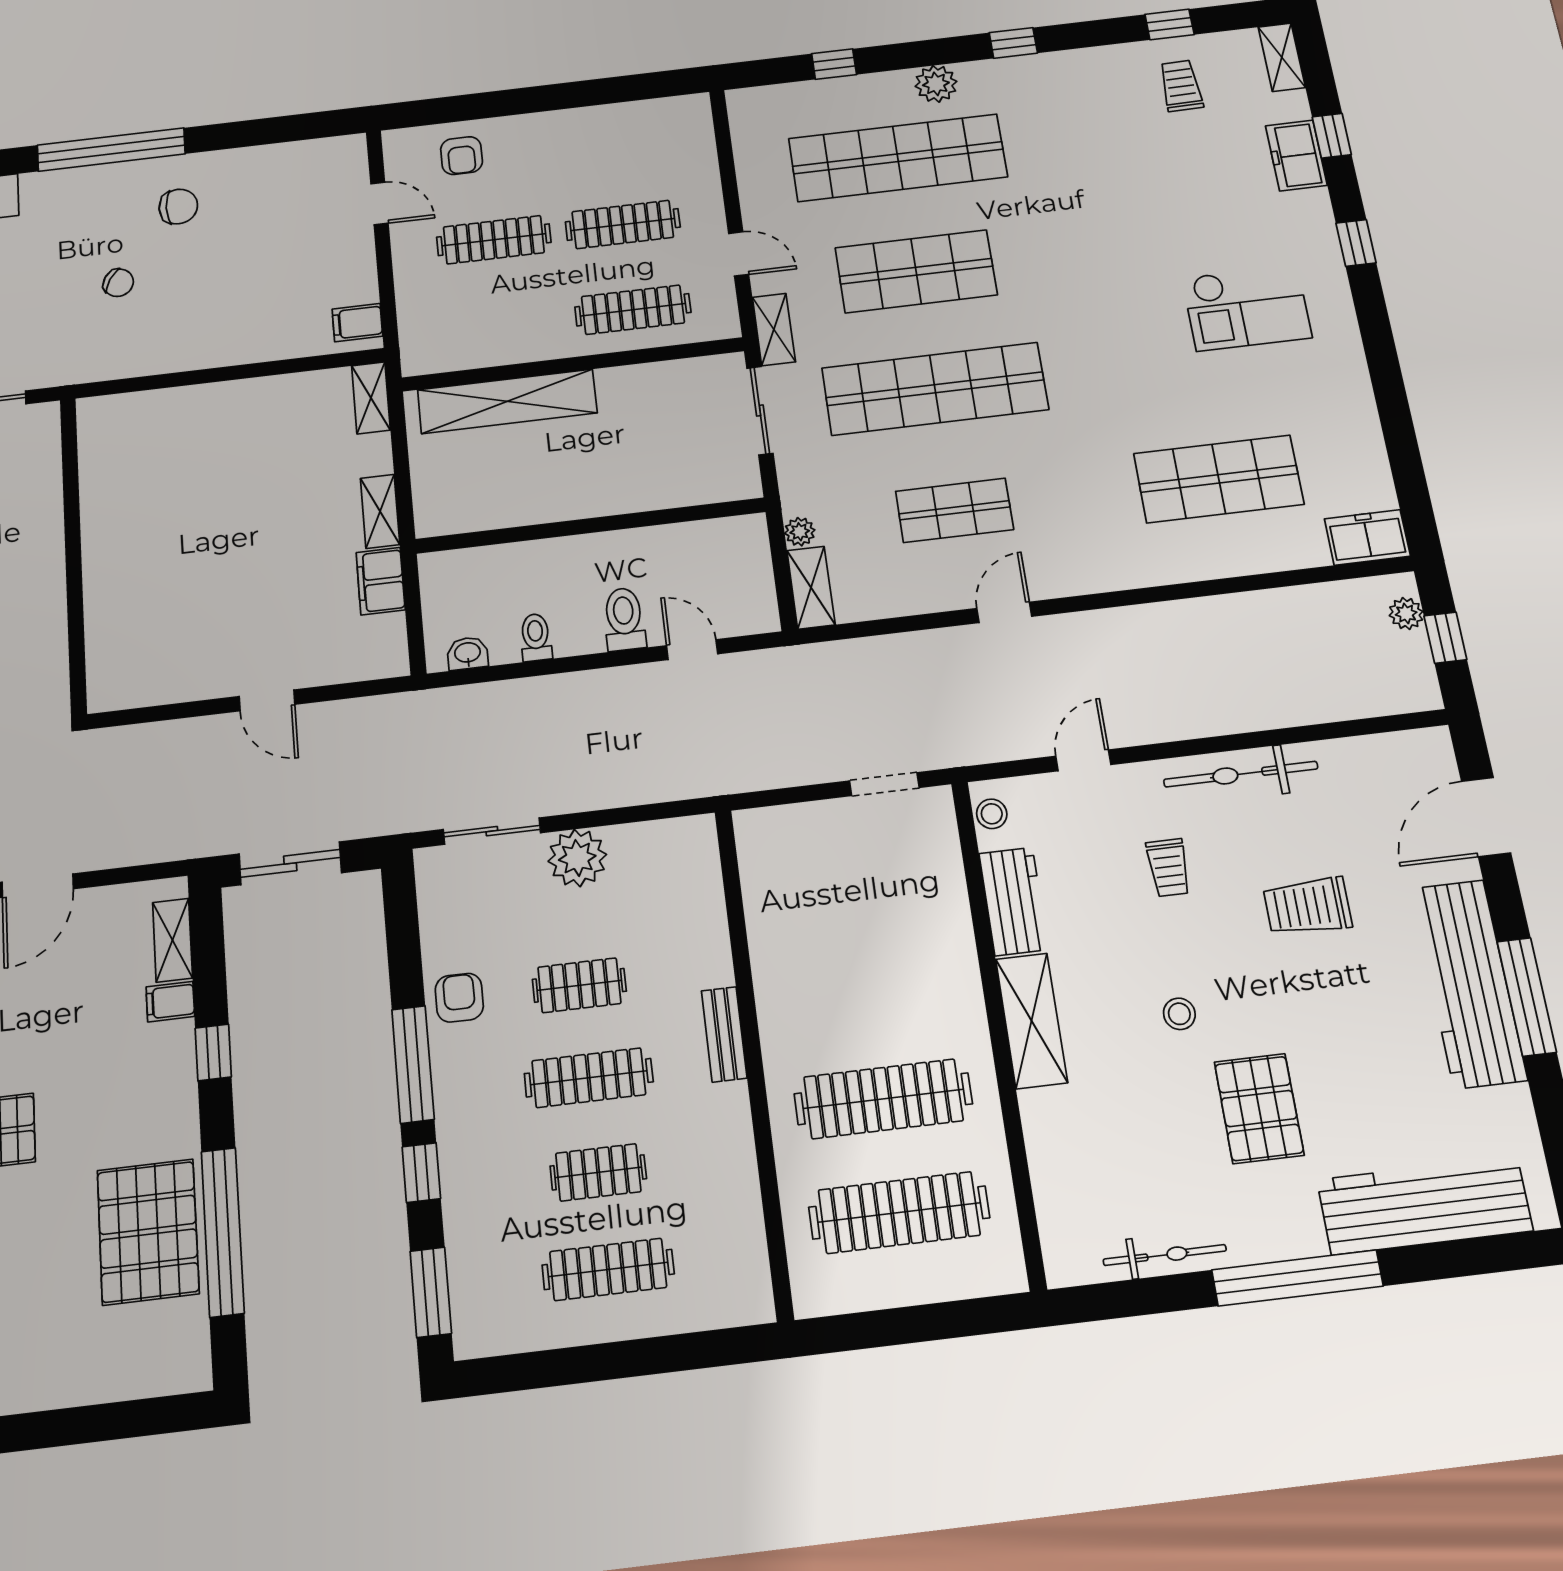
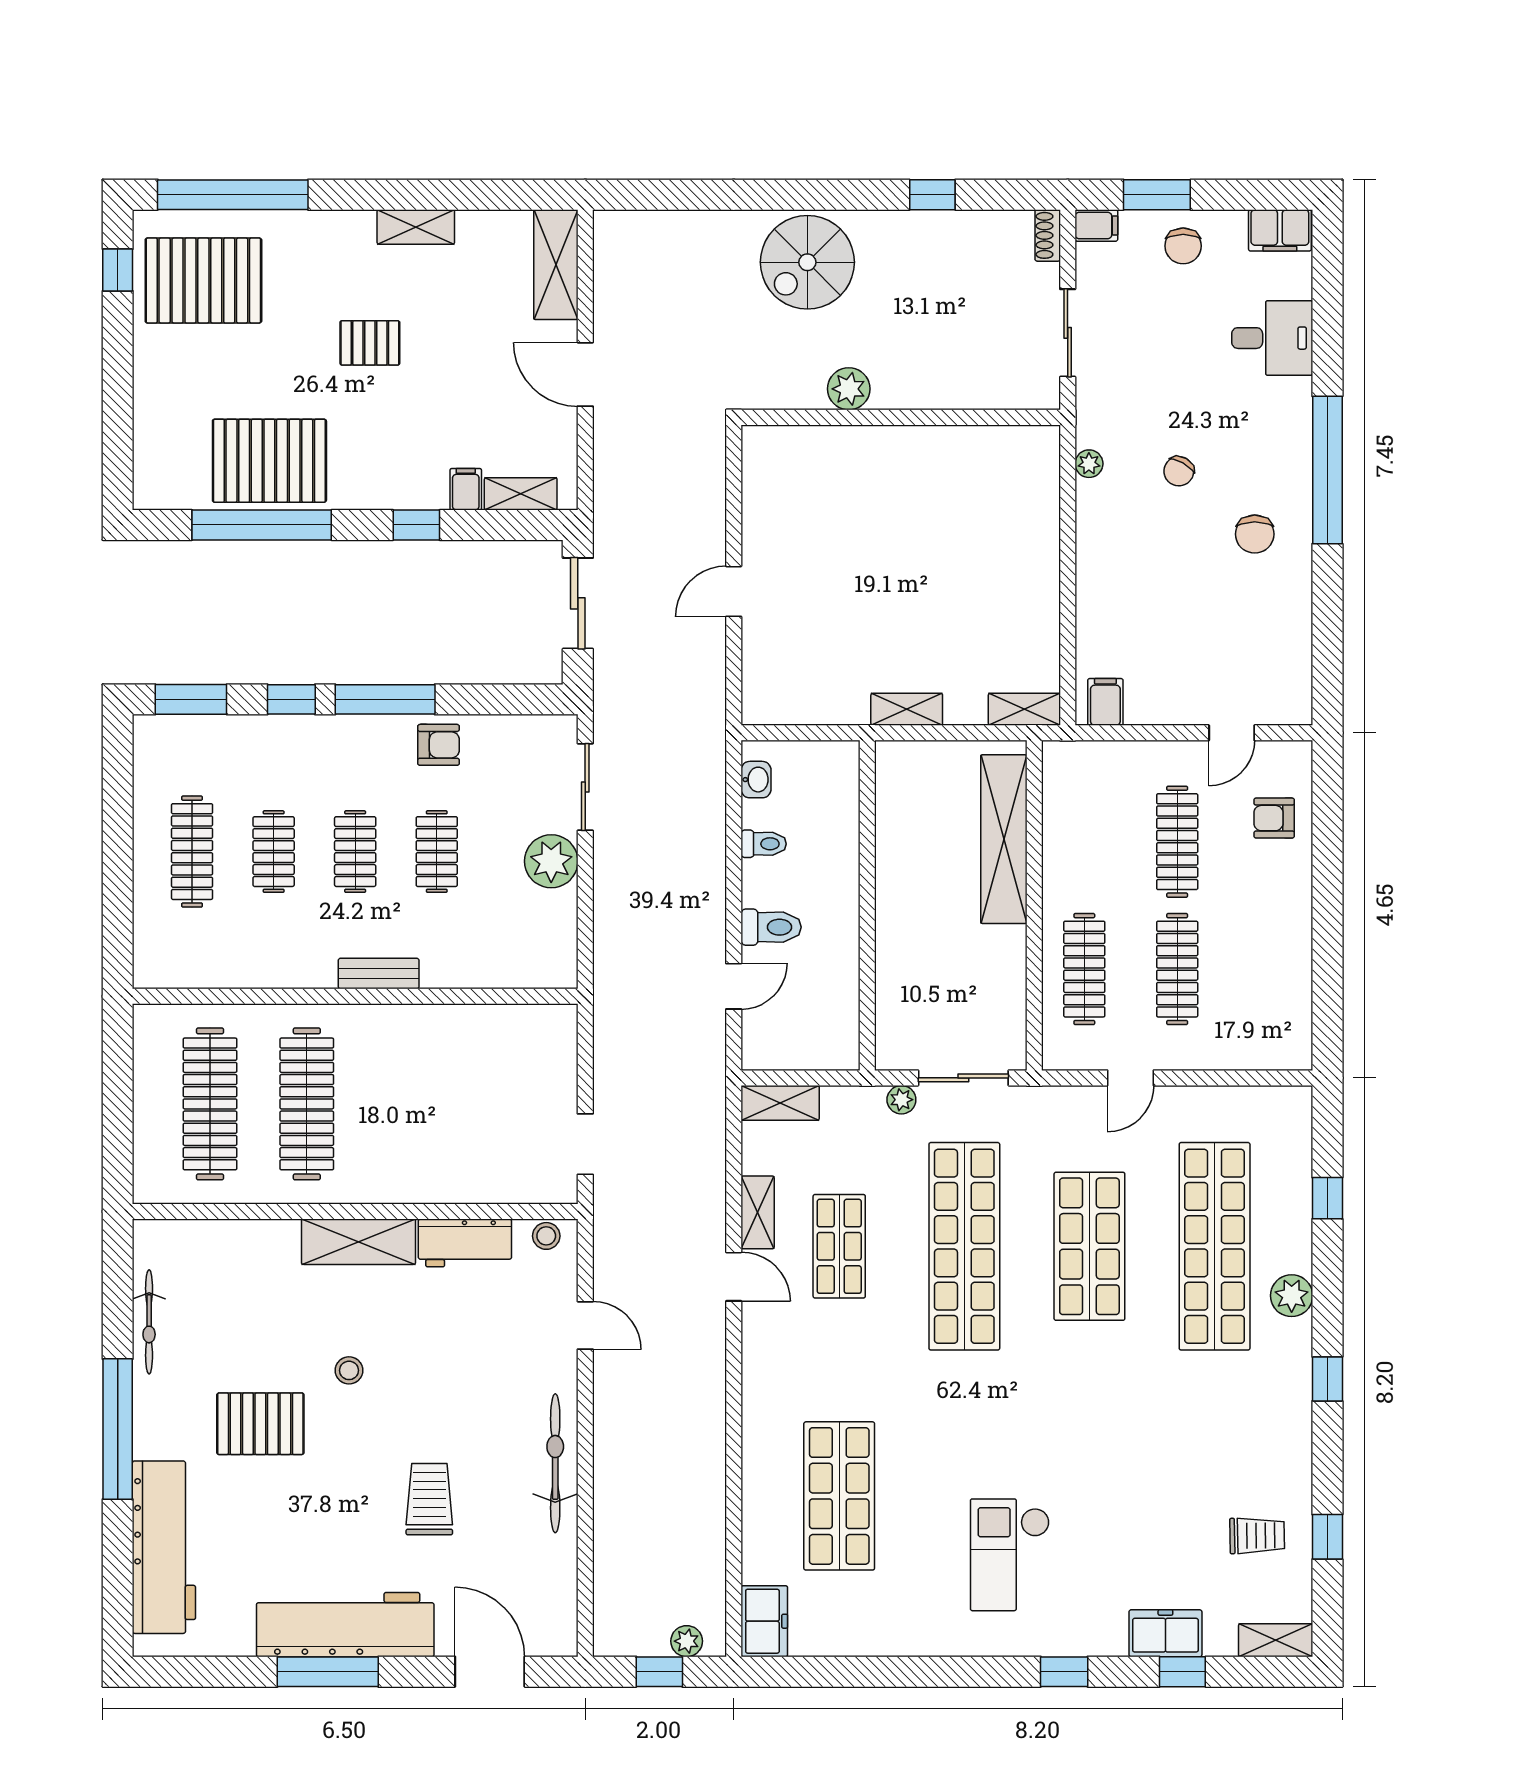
shelving: (774, 330) -> (758, 1212), moved, turned 90
plant: (114, 367) -> (1089, 464), added
plant: (800, 532) -> (901, 1100), moved
filing cabinet: (381, 581) -> (837, 705), removed
plant: (45, 609) -> (849, 389), added
trolley: (1168, 868) -> (479, 1384), removed
clothes rail: (589, 1078) -> (355, 852), width x0.73

